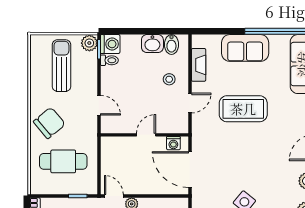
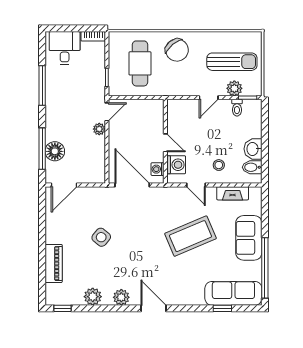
plant: (89, 43) -> (234, 88), moved
washing machine: (110, 44) -> (176, 165), moved, turned -90
door: (99, 105) -> (209, 98), moved
coffee table: (243, 109) -> (190, 236), turned 67
door: (190, 170) -> (132, 185), hinge flipped

